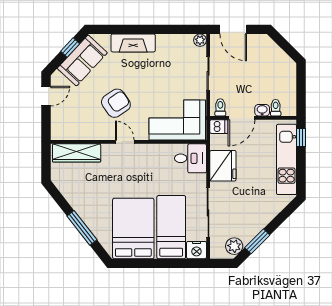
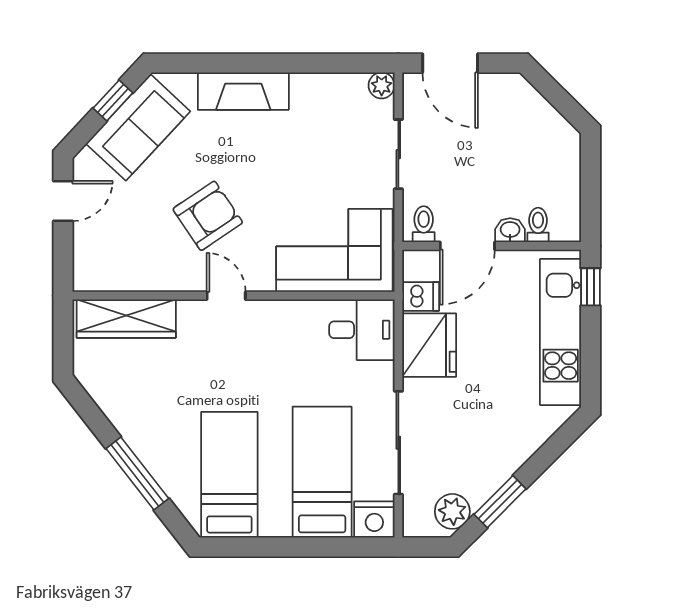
dishwasher: (219, 127) -> (421, 296), moved
bed: (133, 228) -> (229, 475), width x0.67

